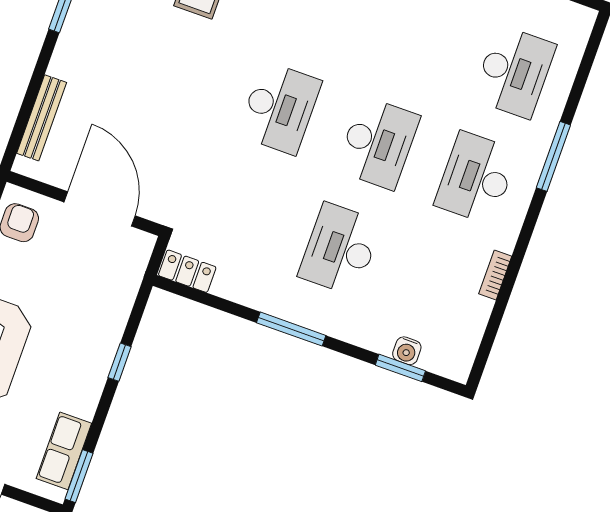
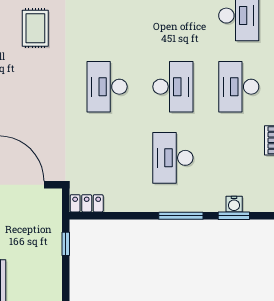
desk: (280, 108) -> (107, 87), turned 180
window: (291, 329) -> (181, 216), moved
window: (120, 362) -> (66, 244), moved

